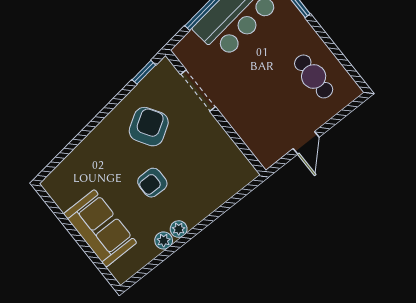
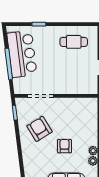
armchair: (152, 183) -> (65, 146), turned 180

